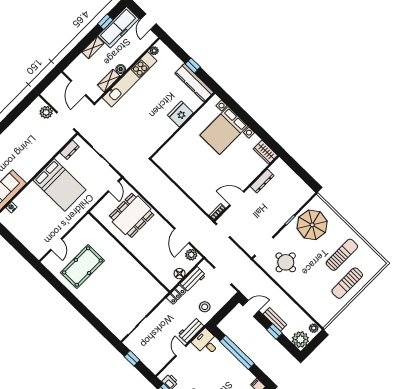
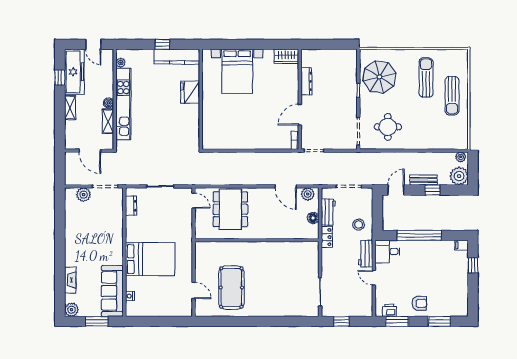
bed: (59, 185) -> (150, 259), moved

